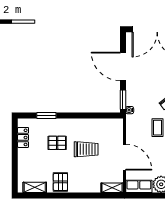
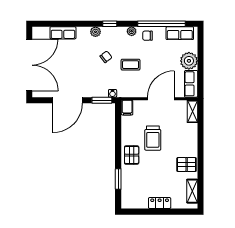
filing cabinet: (116, 124) -> (127, 108), added
locker: (23, 137) -> (160, 203), moved
pallet: (57, 143) -> (132, 155), moved
trolley: (86, 149) -> (153, 138), turned 180

